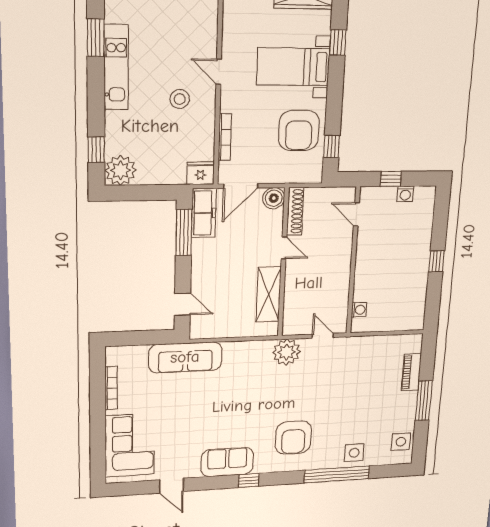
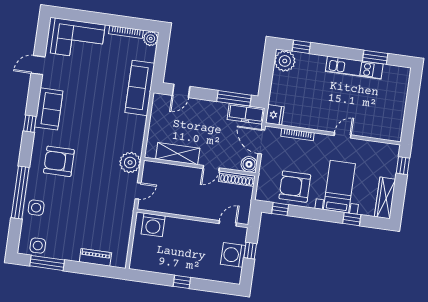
stool: (180, 99) -> (328, 107), removed
washing machine: (405, 194) -> (233, 255), width x1.89, depth x1.89
washing machine: (359, 310) -> (153, 225), width x1.89, depth x1.89
plant: (115, 355) -> (151, 39), added
window: (424, 401) -> (47, 263), moved

